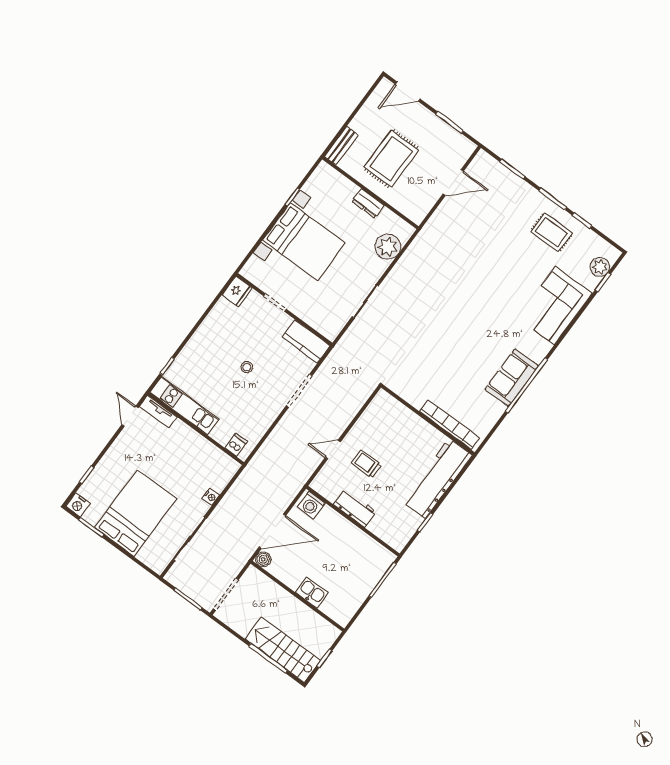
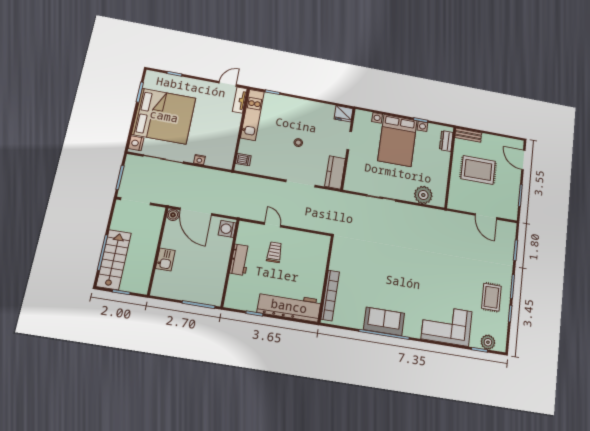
dresser: (368, 203) -> (446, 141), moved
nightstand: (78, 505) -> (136, 143), moved
bed: (136, 513) -> (164, 116), width x1.36

